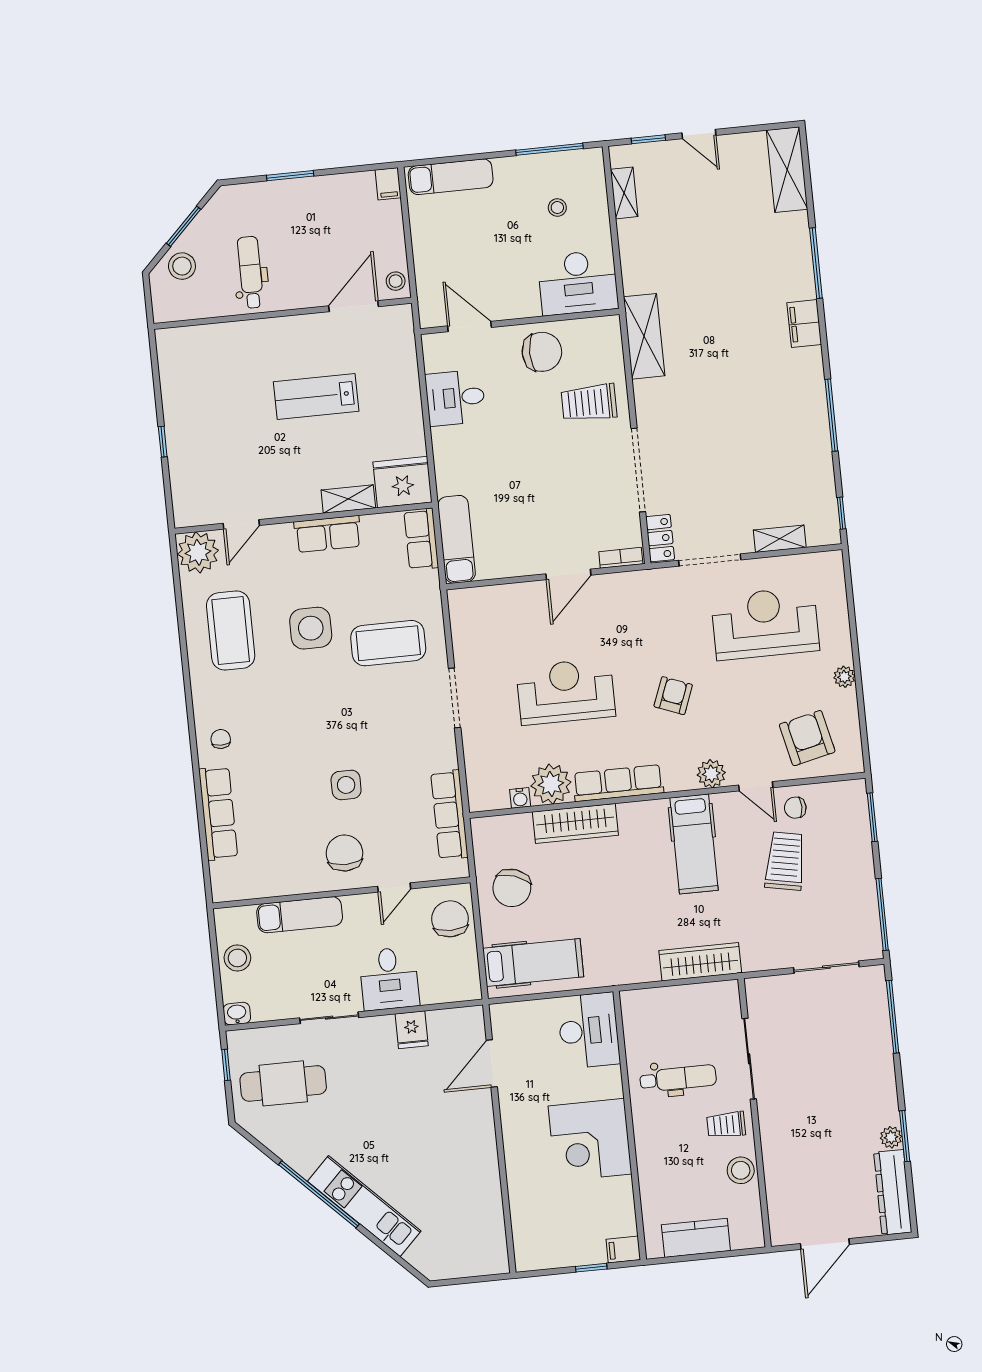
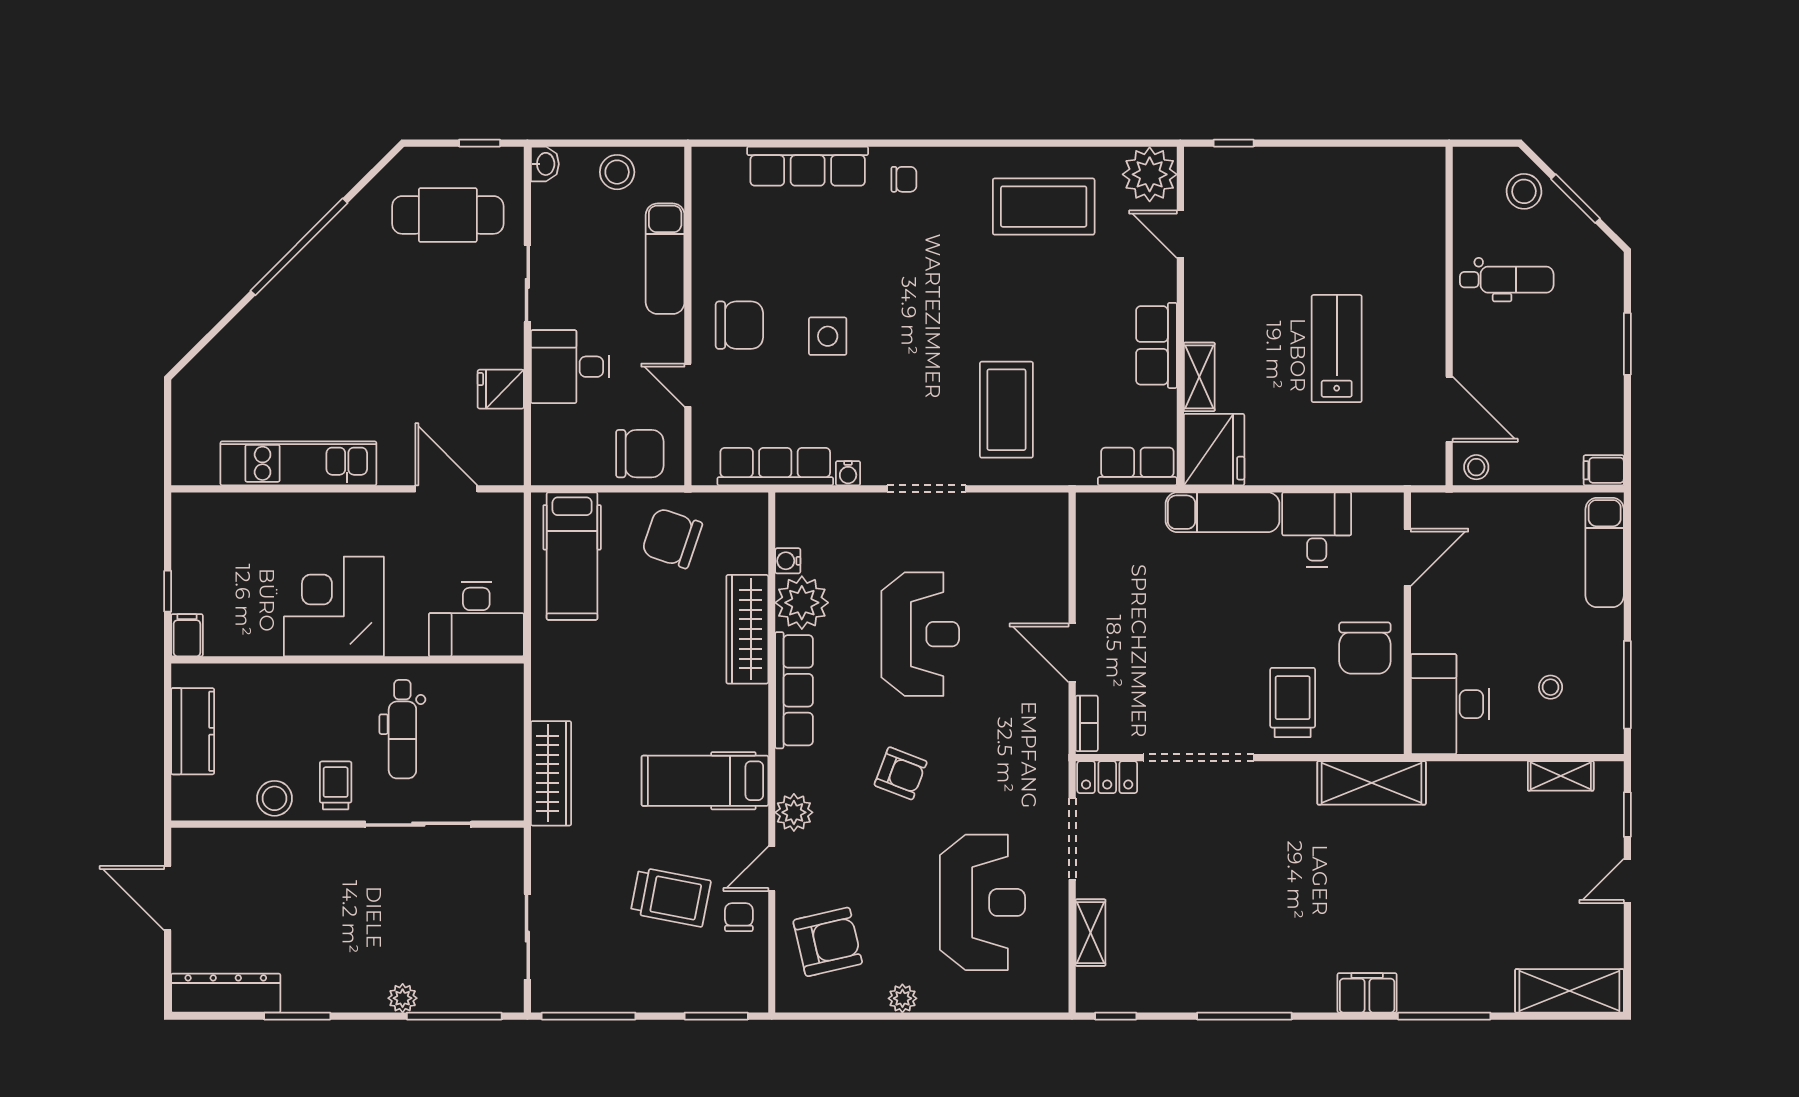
window: (163, 442) -> (1234, 143), moved
exam couch: (457, 539) -> (1222, 512), moved
side table: (311, 628) -> (1036, 311), removed
water cooler: (449, 759) -> (848, 473), added
cafe table: (283, 1083) -> (448, 215), turned 90
plant: (891, 1137) -> (403, 998), moved
kitchen unit: (364, 1206) -> (298, 463), moved, turned -135

